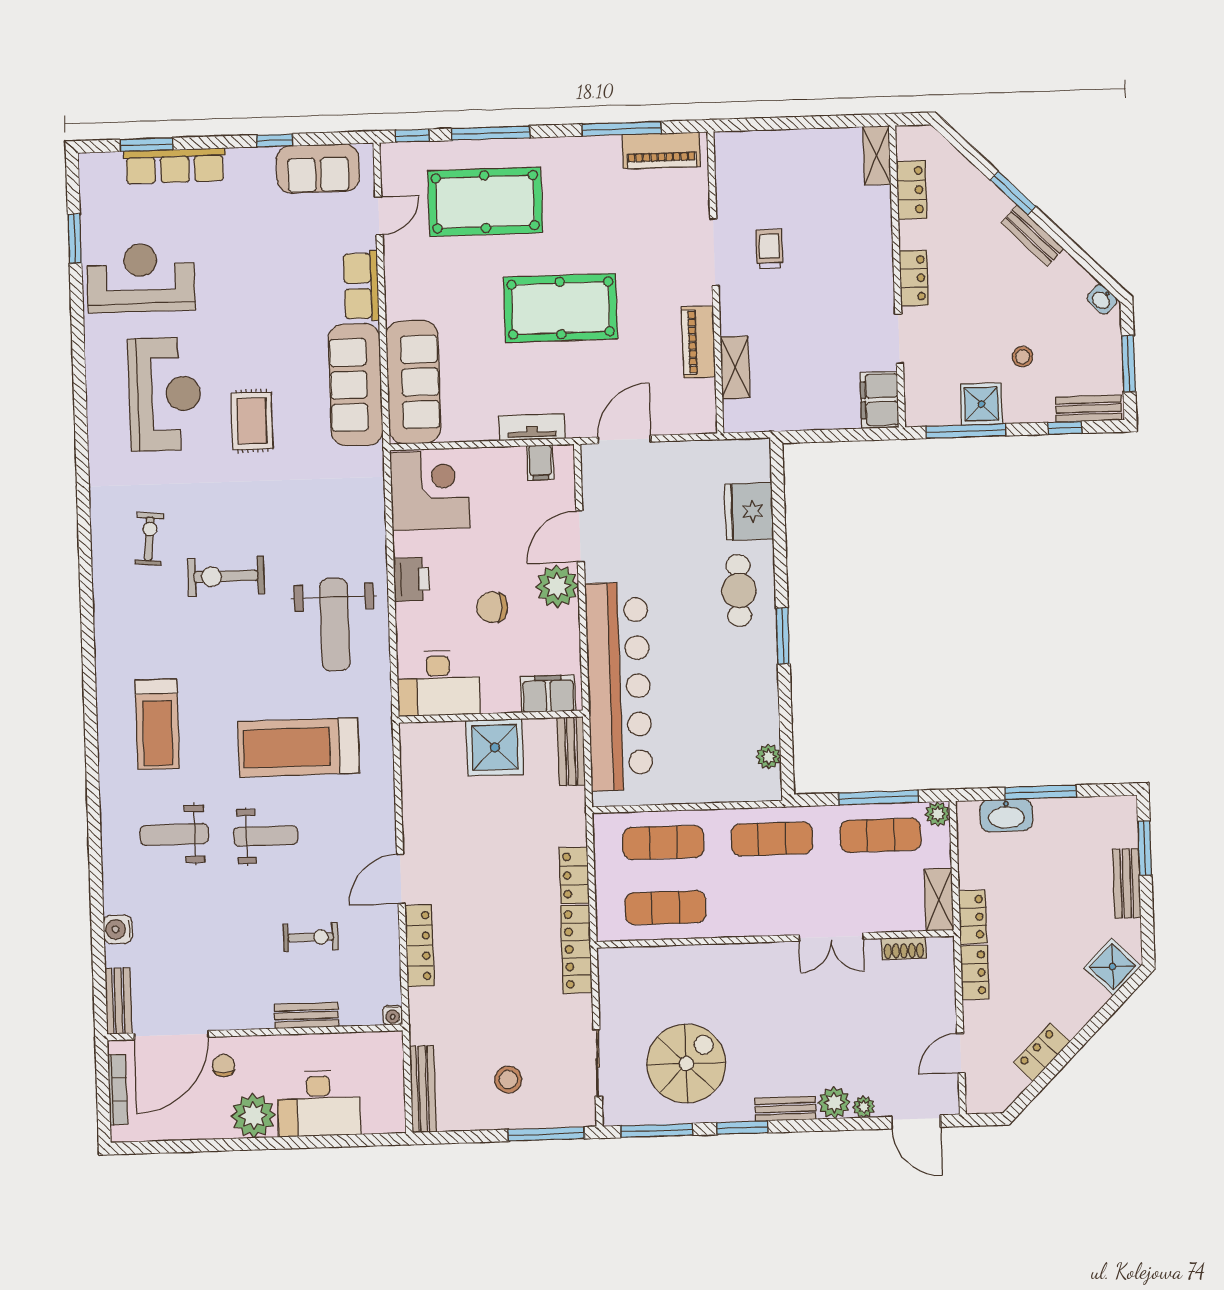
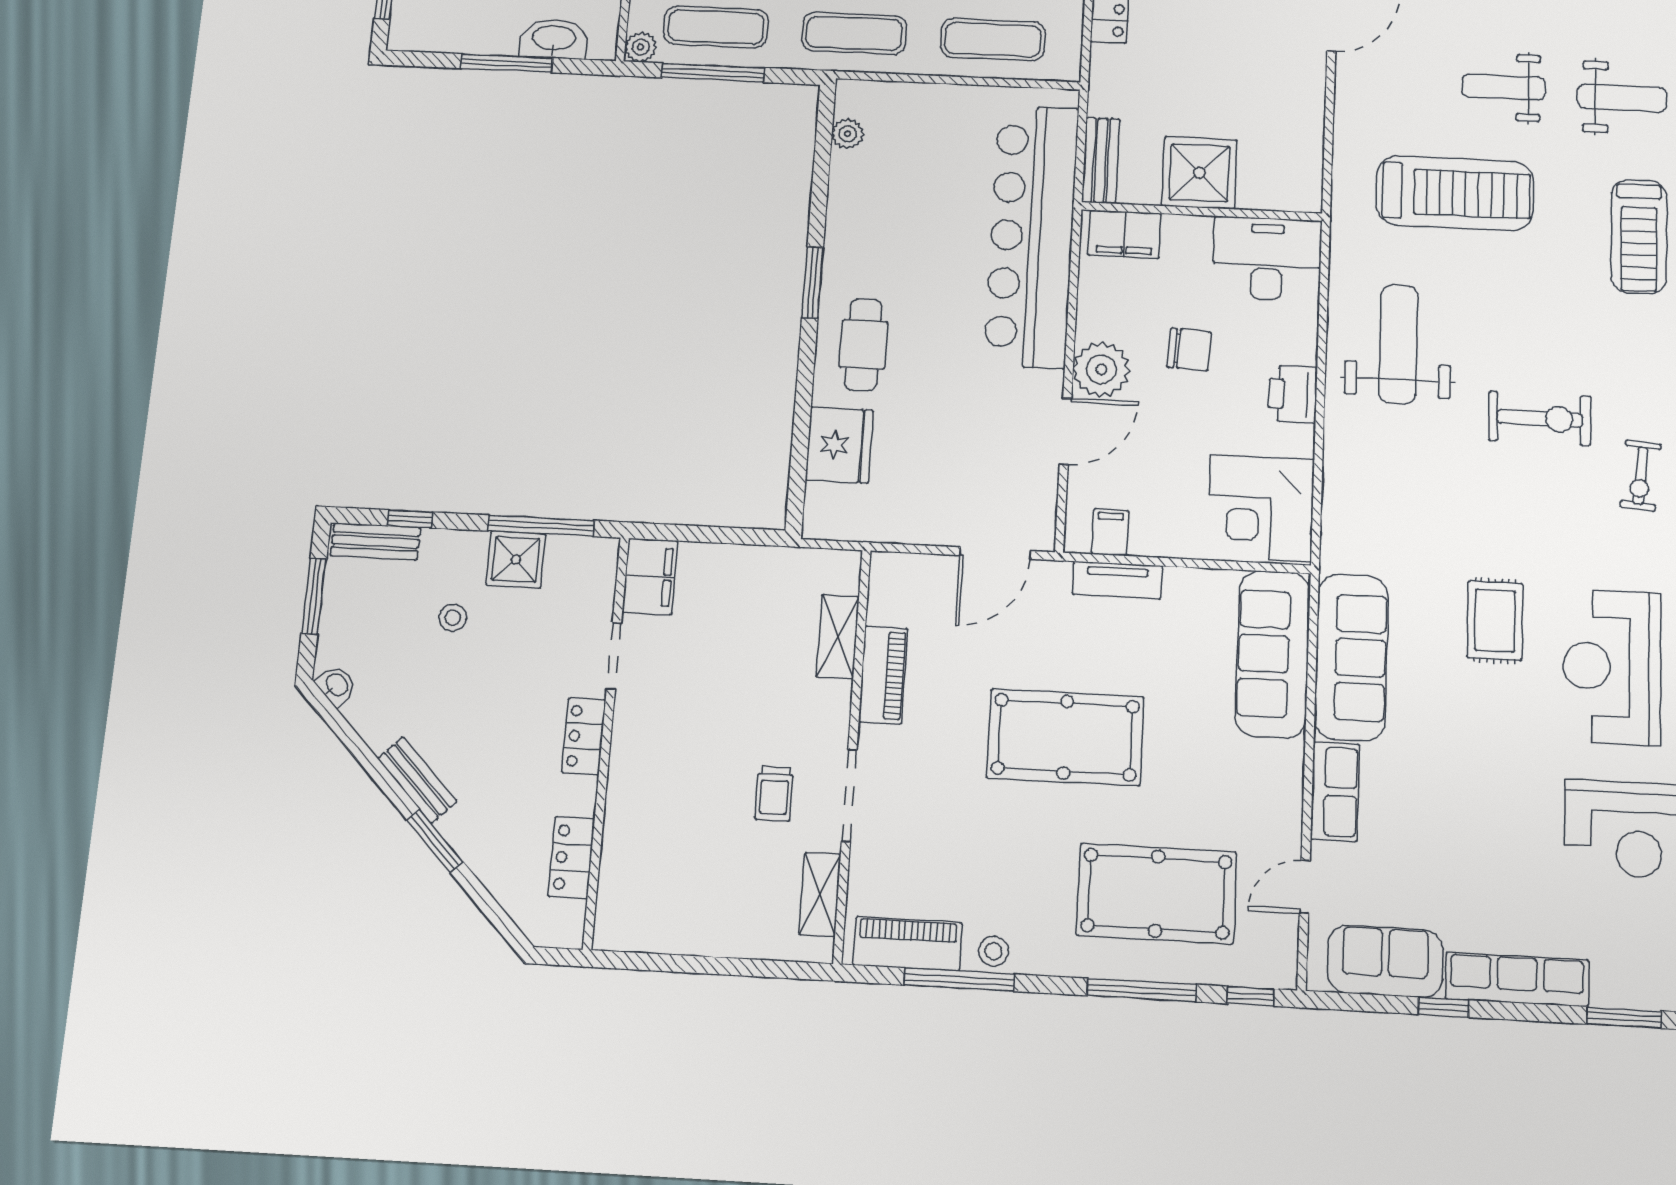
stool: (599, 151) -> (994, 951), added
shelving: (877, 155) -> (820, 894), moved
row of seats: (175, 166) -> (1517, 979), moved
treadmill: (157, 724) -> (1639, 237), turned 180

